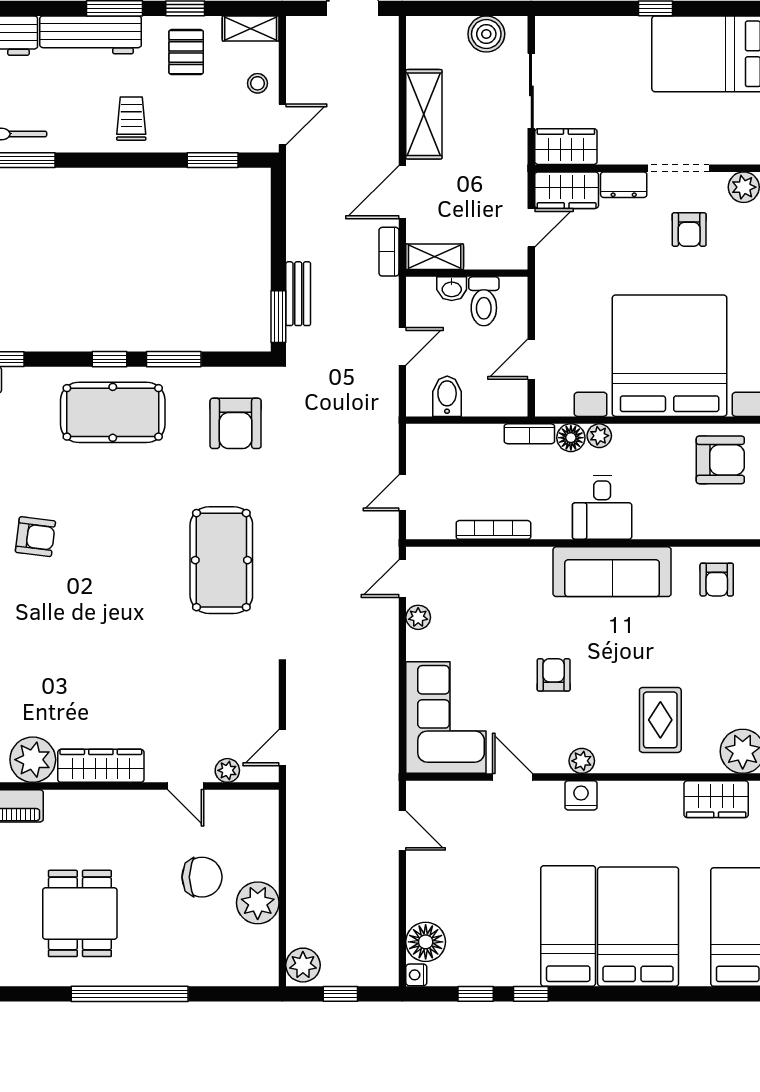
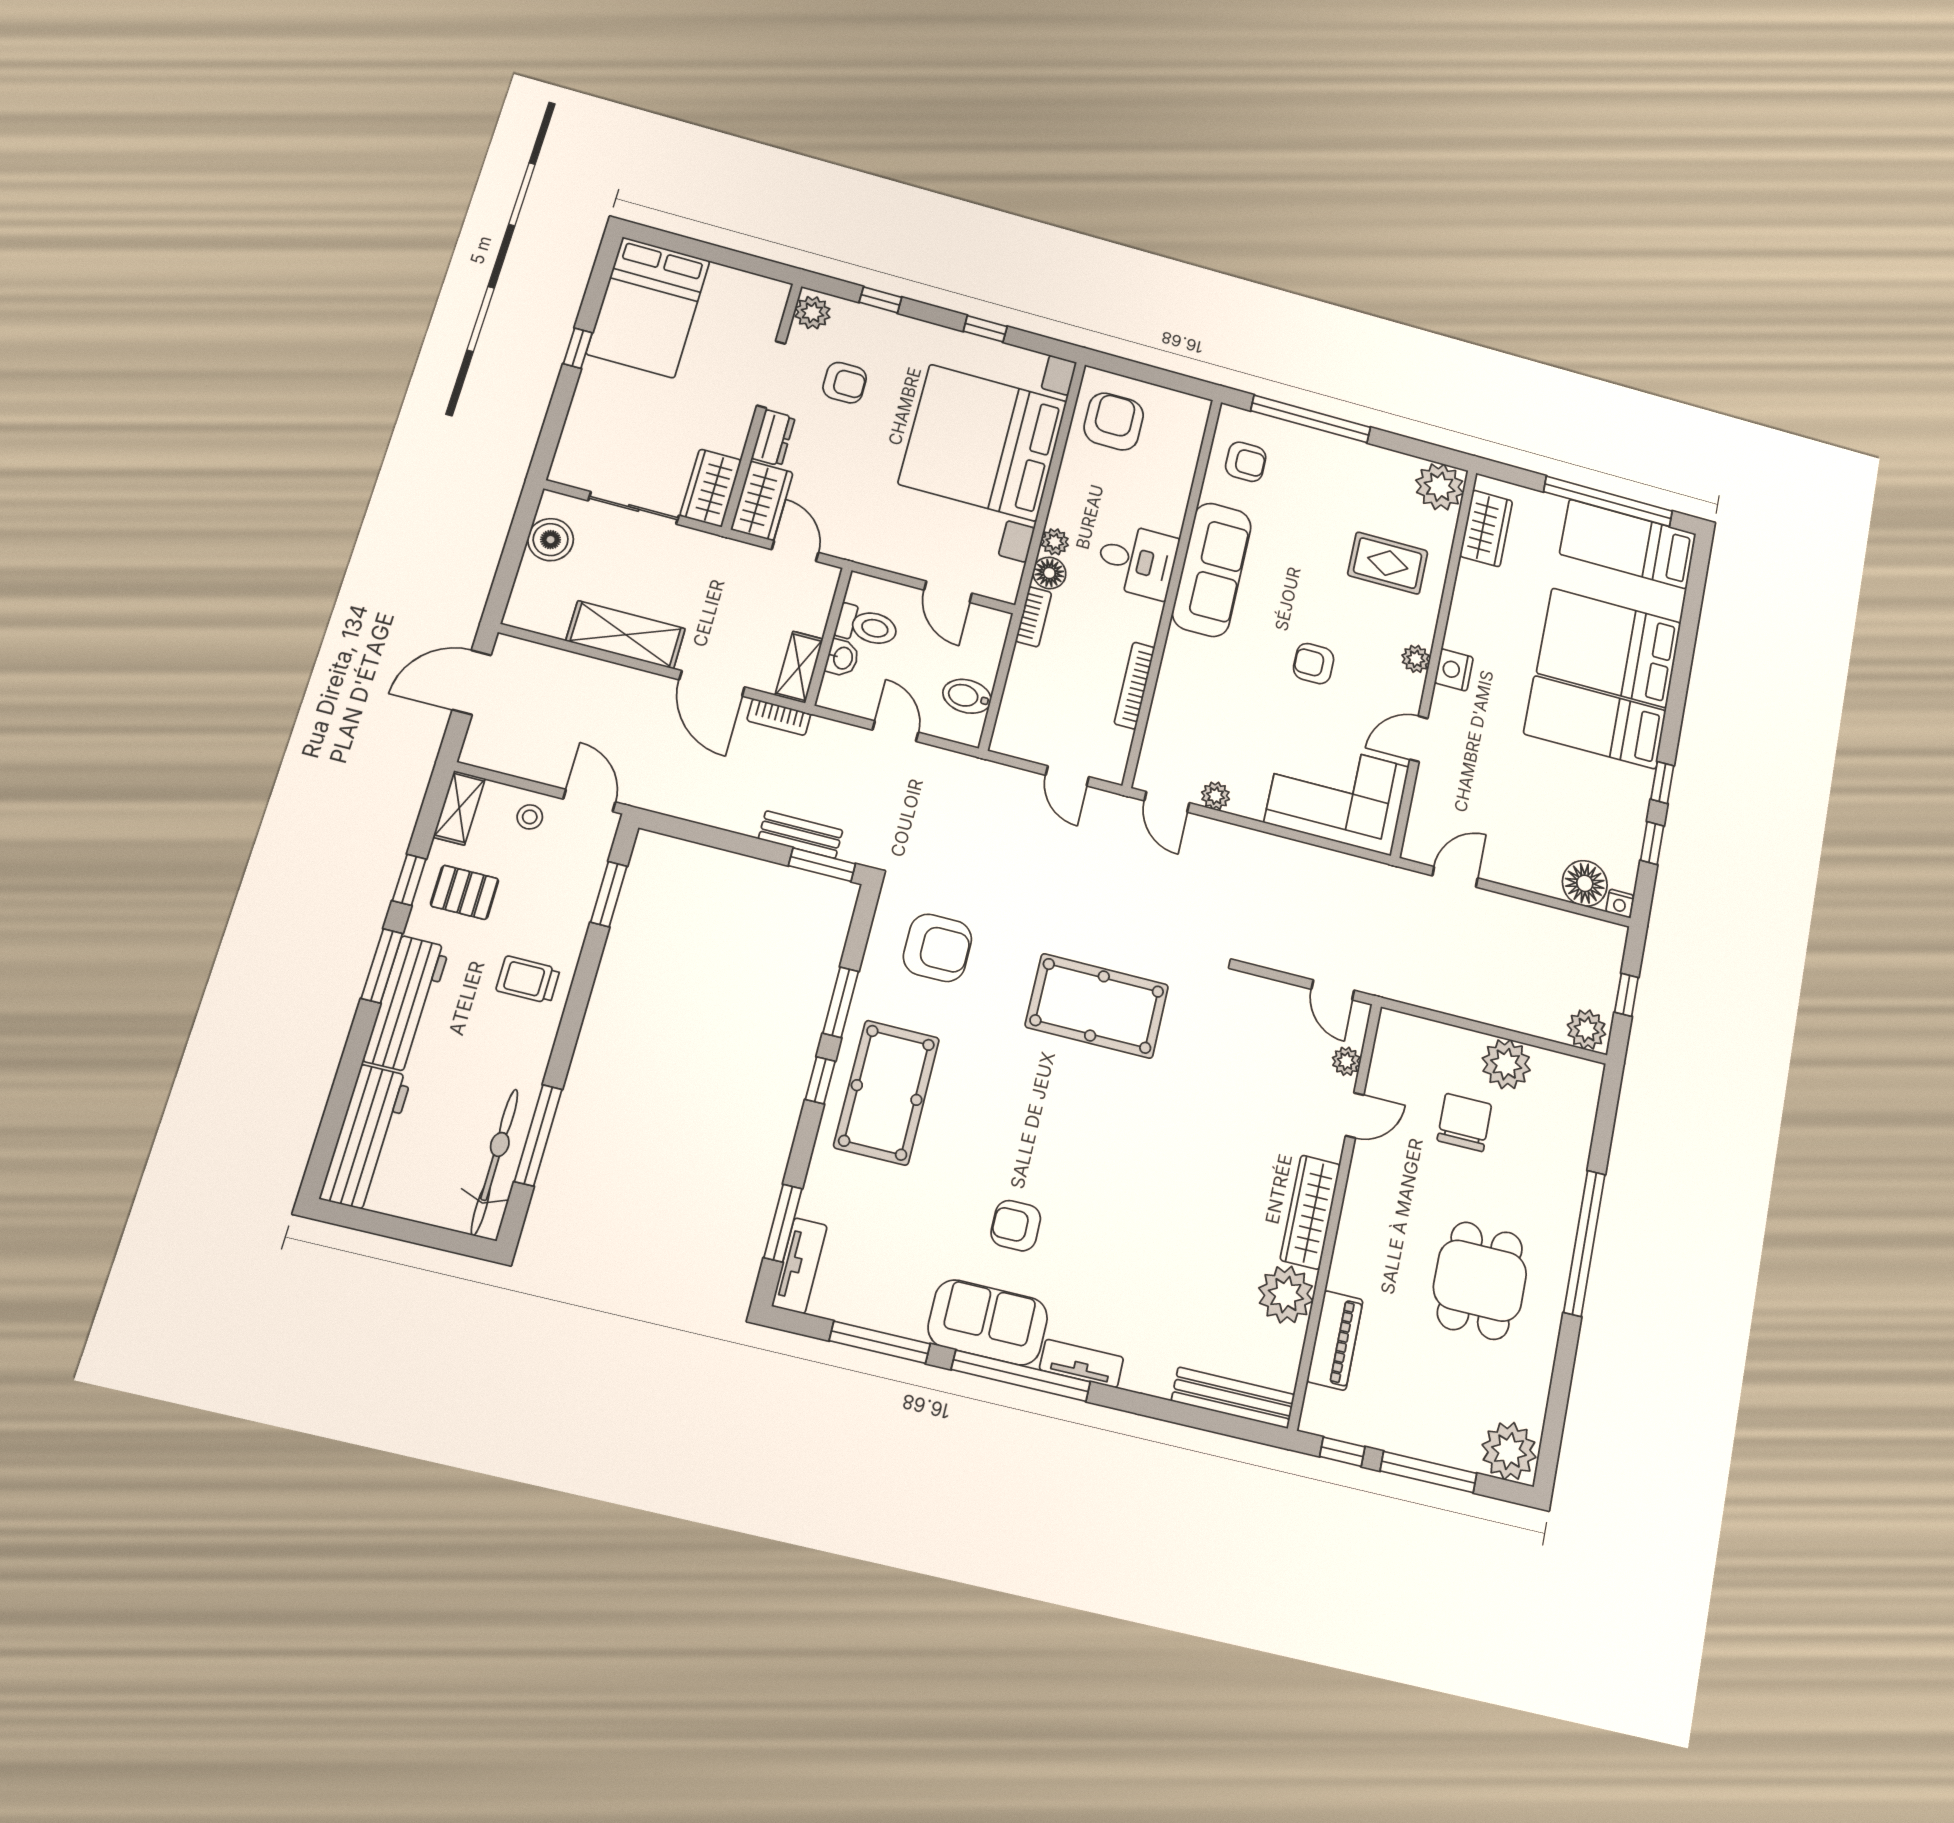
armchair: (35, 537) -> (1016, 1226), turned -97
dining table: (80, 913) -> (1480, 1281), turned 90

